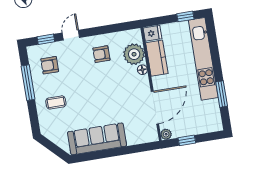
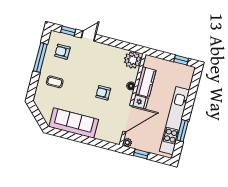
fridge: (152, 33) -> (140, 102), moved
armchair: (101, 54) -> (103, 93), moved
plant: (134, 54) -> (133, 60), moved
kitchen unit: (203, 59) -> (175, 121), moved

